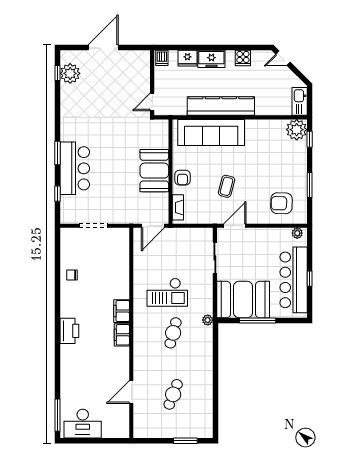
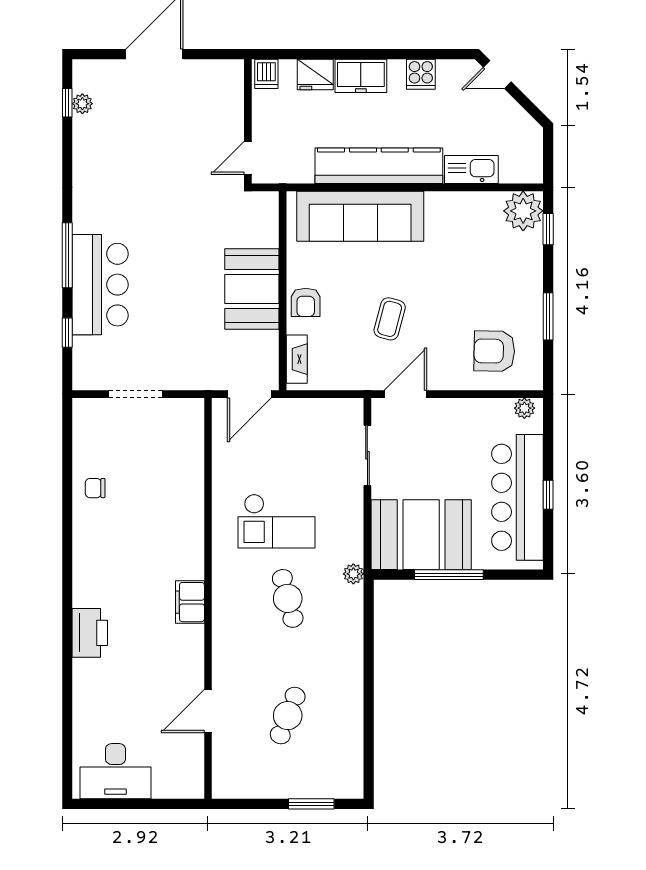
plant: (70, 73) -> (82, 104), width x0.53, depth x0.53
kitchen sink: (300, 101) -> (471, 170), moved, turned 90
window: (57, 153) -> (67, 255), width x1.44
filing cabinet: (122, 311) -> (190, 557), removed
printer: (69, 331) -> (90, 633), moved
cafe table: (173, 333) -> (288, 598), turned -30
window: (57, 415) -> (67, 755), removed

